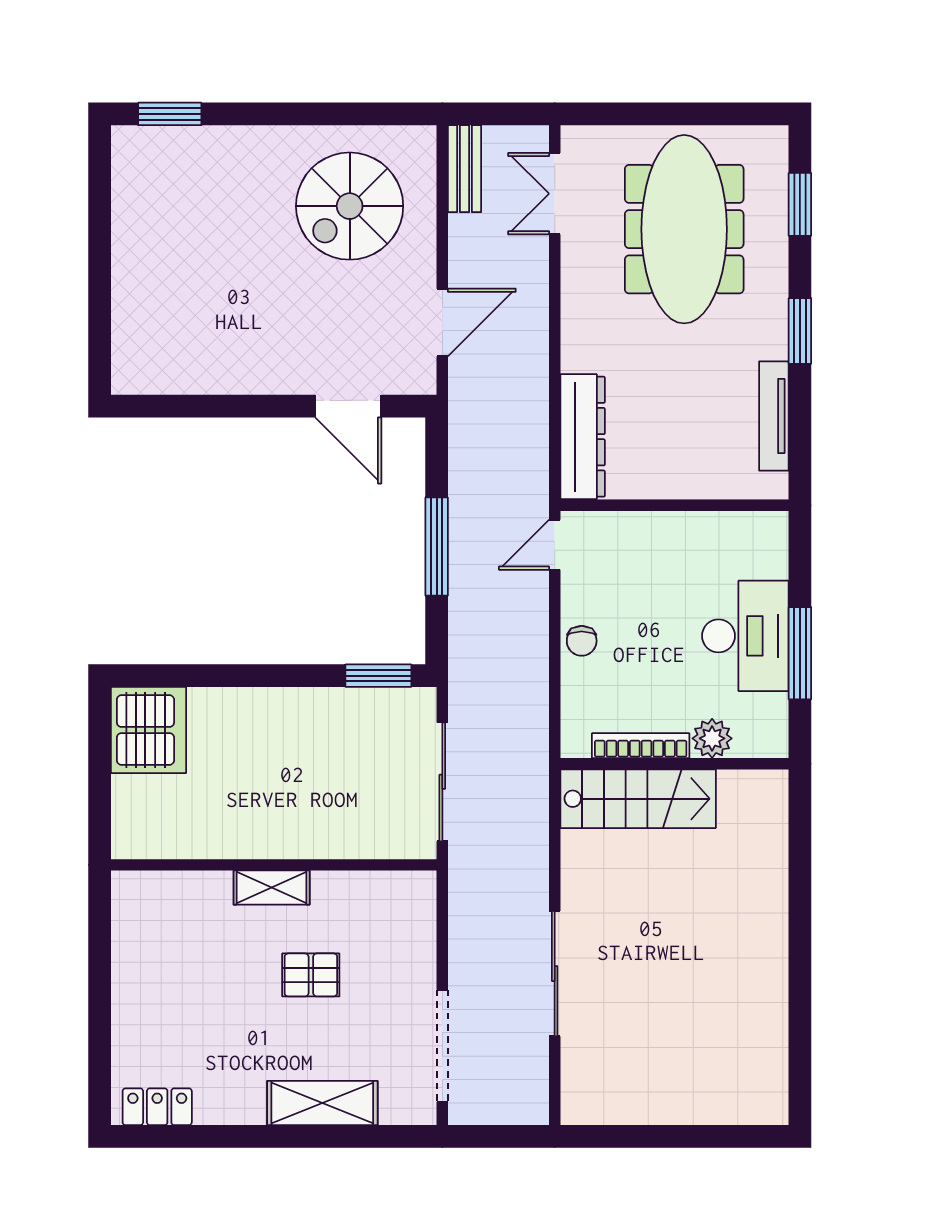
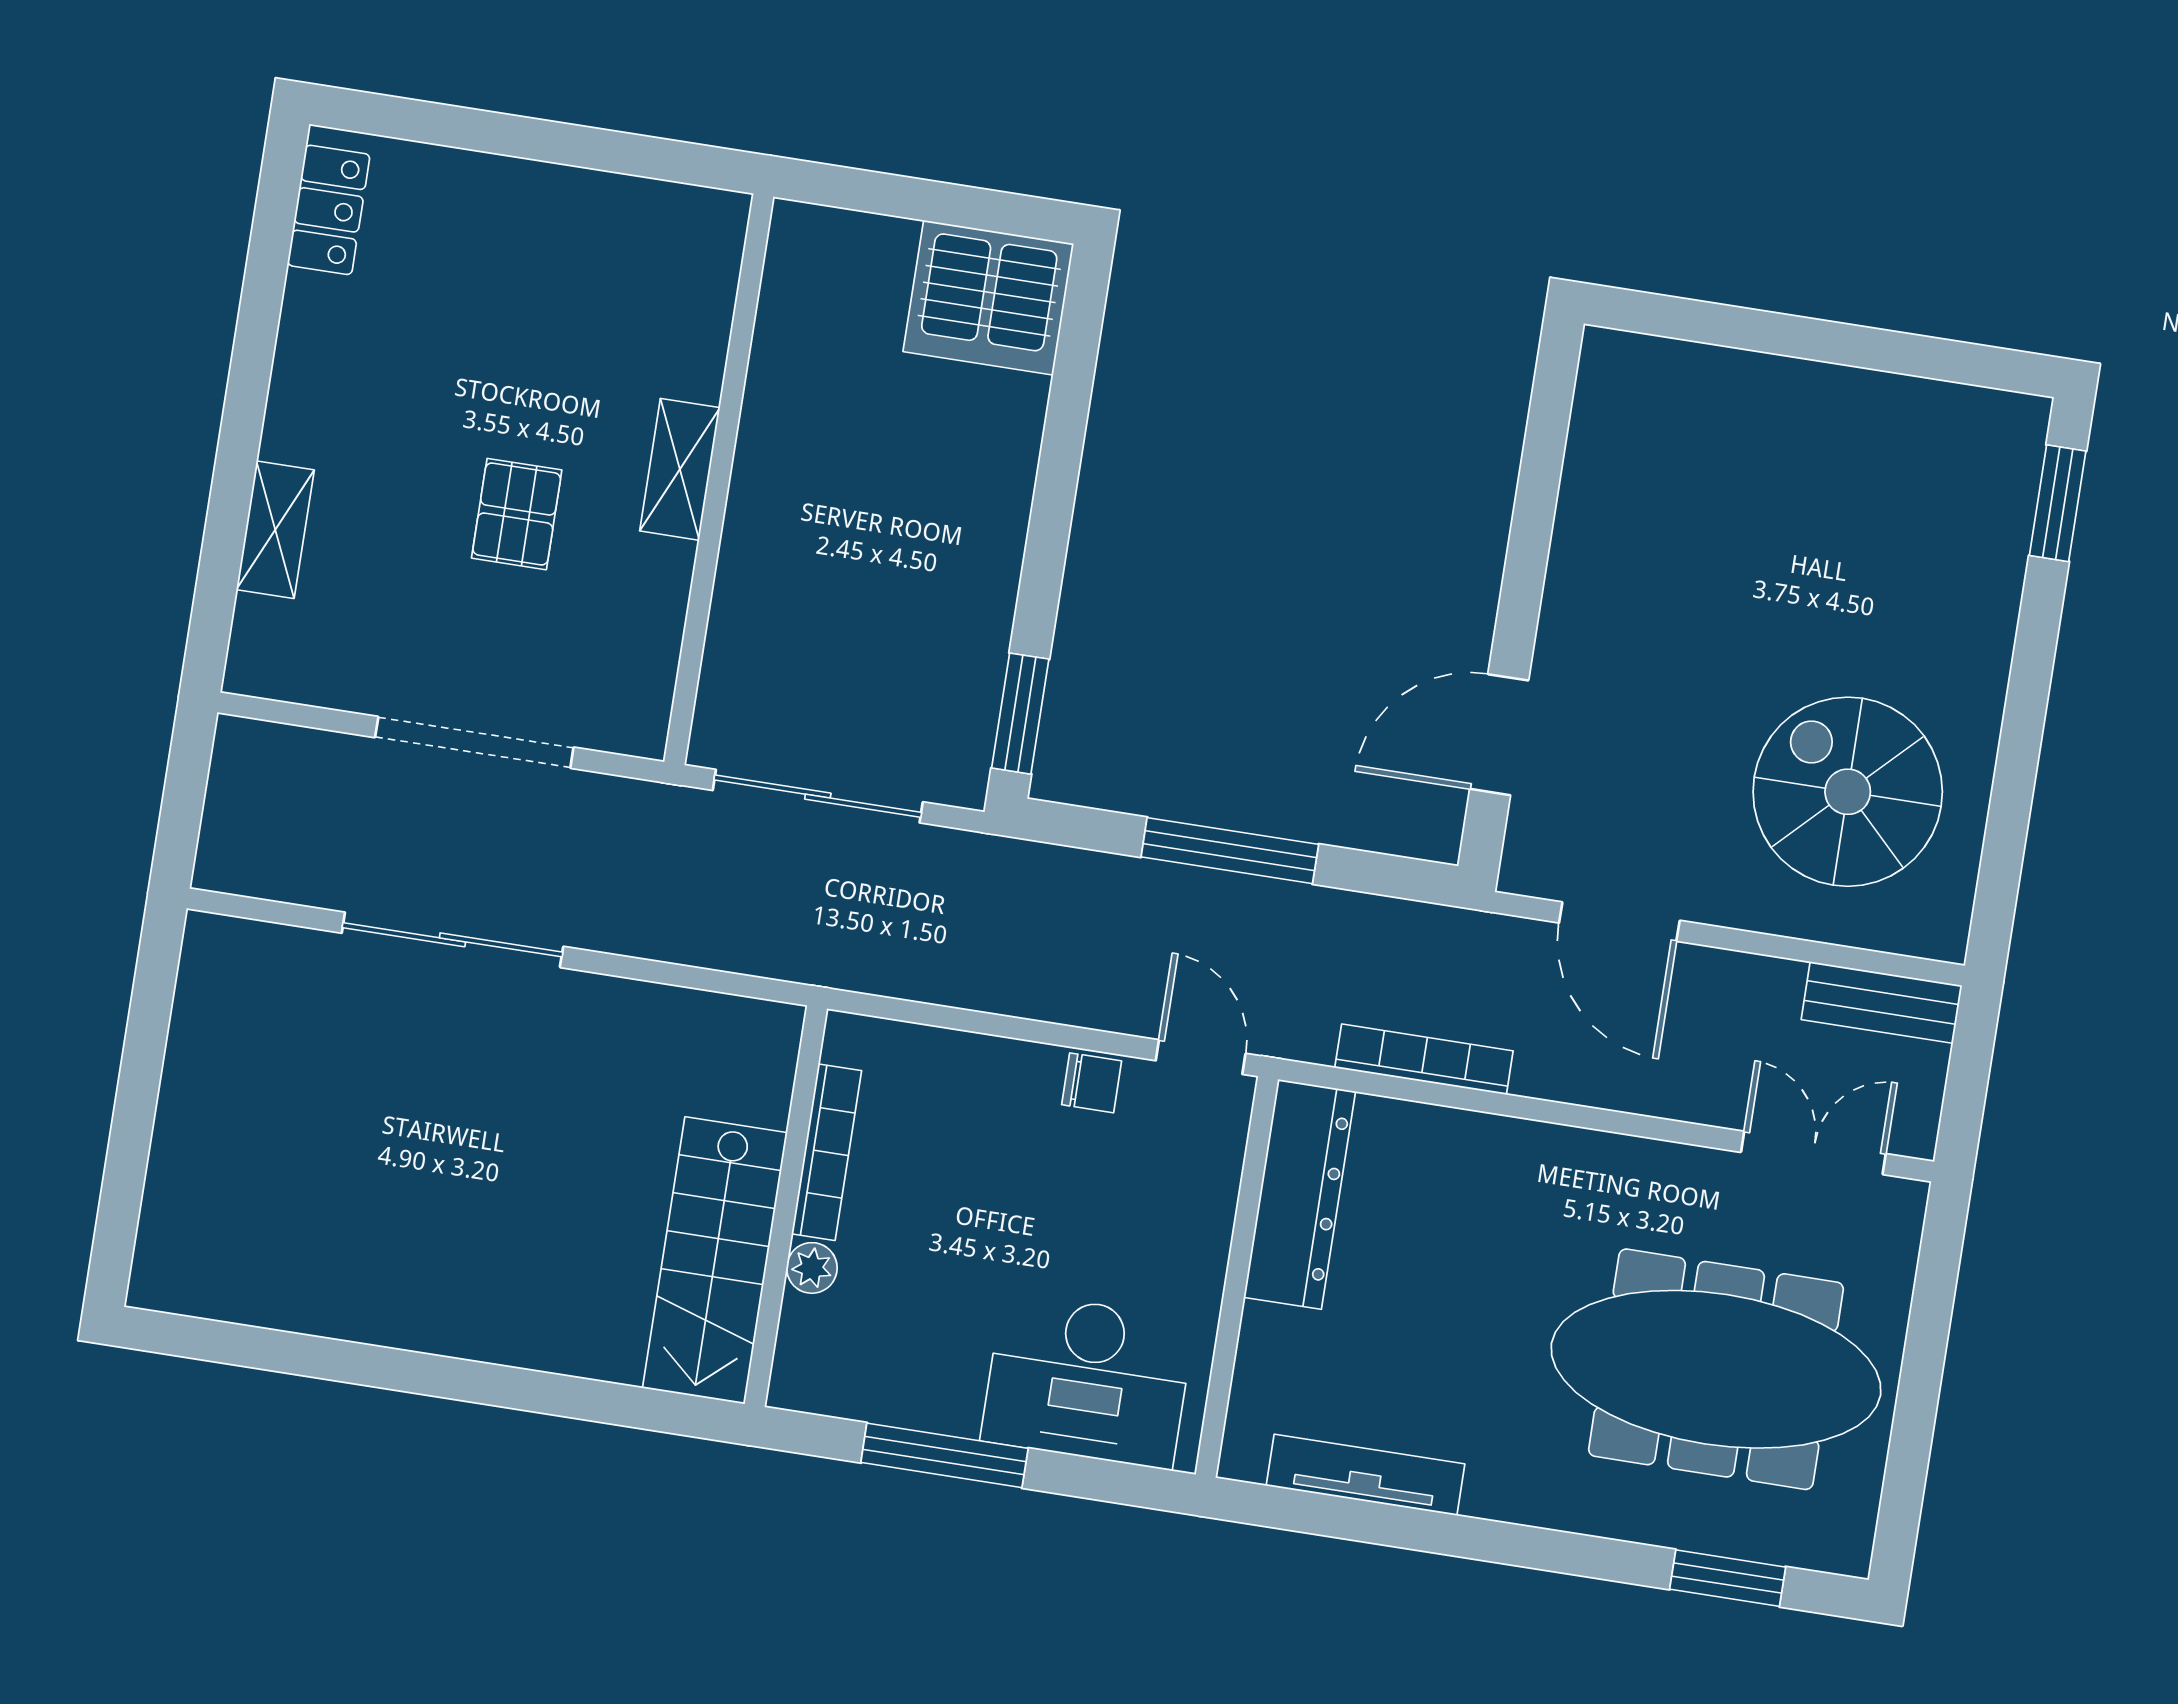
window: (800, 331) -> (1507, 1544), removed
bookcase: (536, 420) -> (1424, 1059), added
dresser: (583, 437) -> (1300, 1194), moved, turned -90
desk: (745, 636) -> (1088, 1380), moved
chair: (582, 641) -> (1092, 1083), moved, turned 180
plant: (712, 738) -> (812, 1268), width x0.73, depth x0.73
stairs: (638, 799) -> (715, 1260), moved
doorway: (442, 1046) -> (474, 742), moved
shelving: (322, 1103) -> (275, 530), width x0.67, depth x0.75

